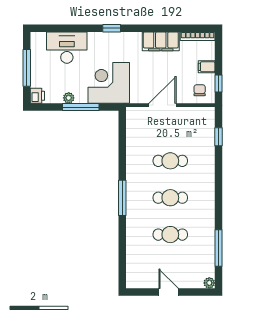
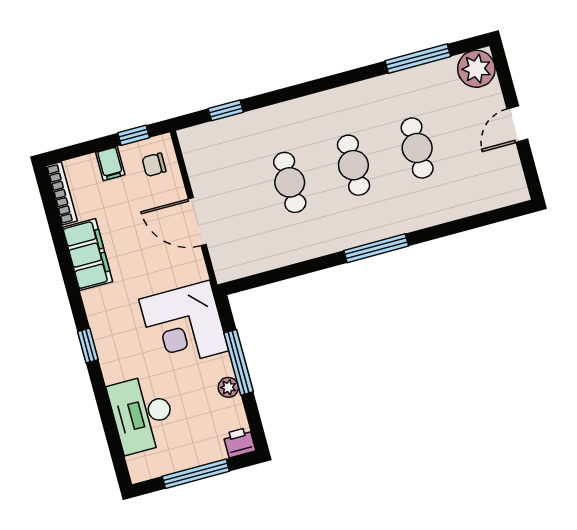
plant: (209, 283) -> (476, 69), width x1.87, depth x1.87

